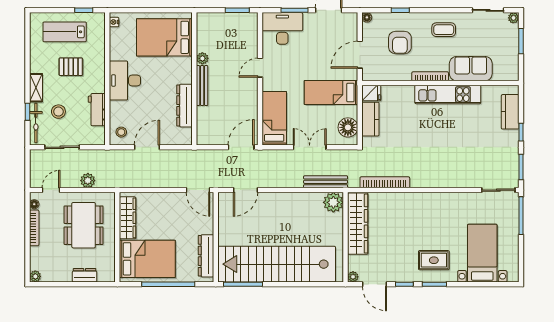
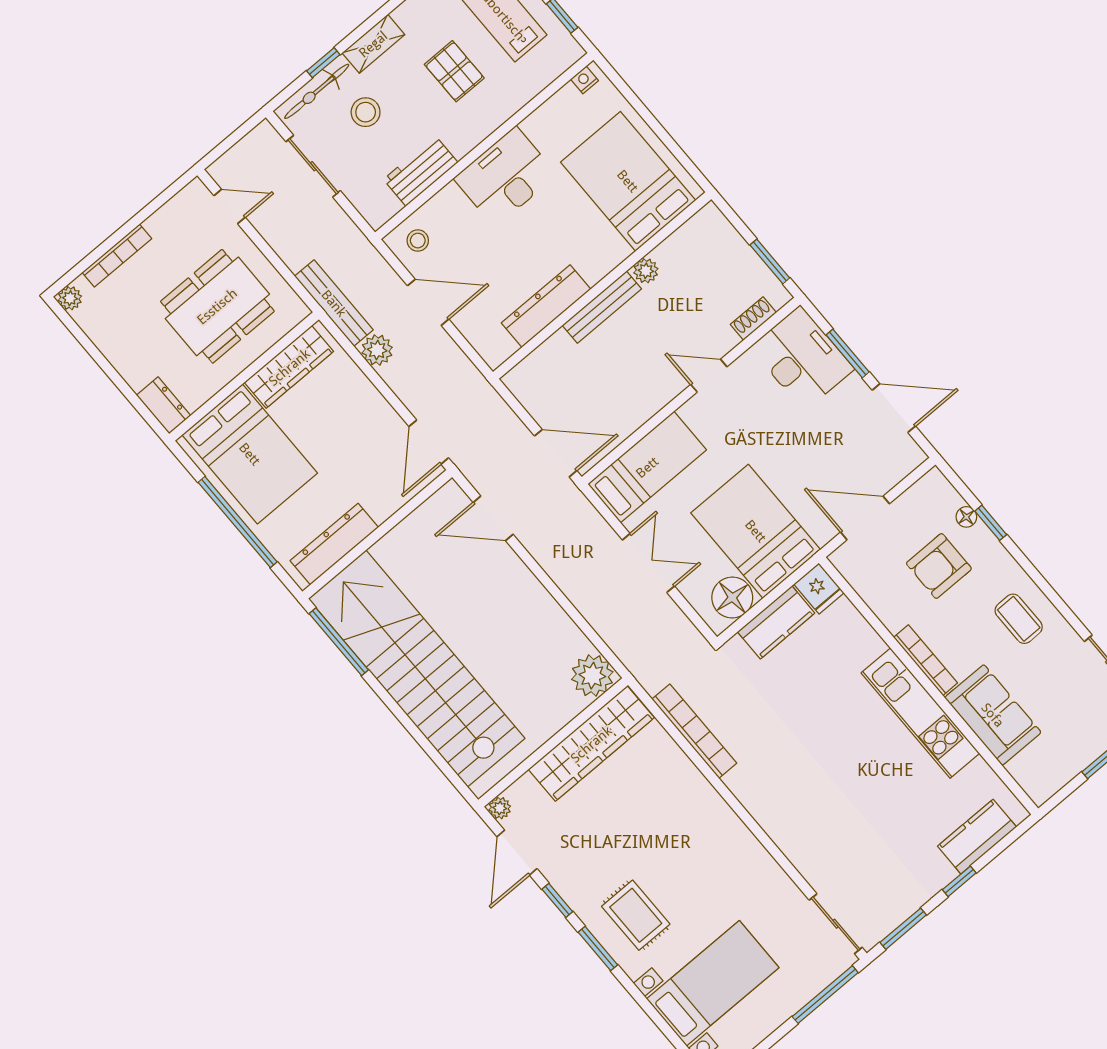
floor lamp: (367, 17) -> (966, 517), moved
shoe rack: (253, 34) -> (753, 318), added
bed: (331, 92) -> (756, 531), width x1.50
plant: (88, 181) -> (377, 350), moved
bench: (326, 182) -> (334, 303), moved
floor lamp: (34, 204) -> (184, 199), removed
bookcase: (34, 228) -> (117, 256), moved
dresser: (85, 275) -> (164, 405), moved

